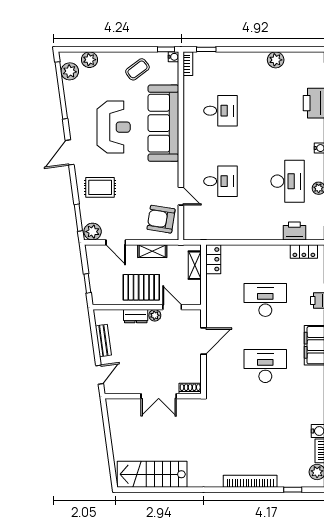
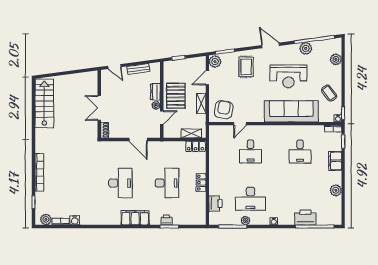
filing cabinet: (234, 61) -> (335, 161), added
plant: (70, 71) -> (306, 48), moved
locker: (304, 251) -> (201, 183), moved

